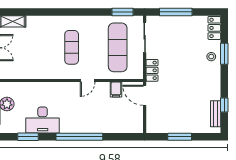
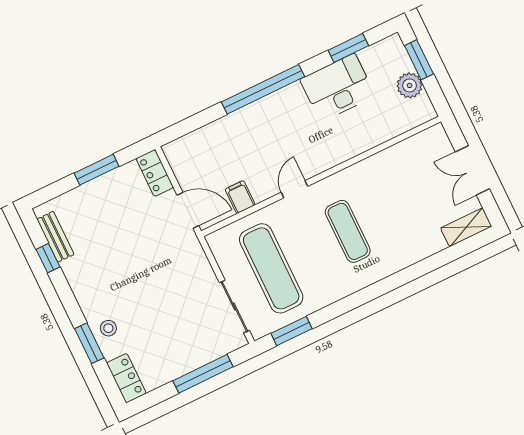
locker: (152, 70) -> (155, 173), moved

